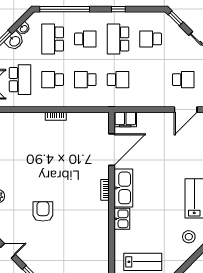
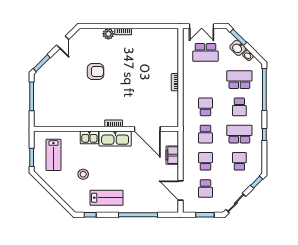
school desk: (53, 80) -> (205, 161), moved
filing cabinet: (125, 119) -> (172, 155), moved
stool: (189, 237) -> (83, 174), moved

